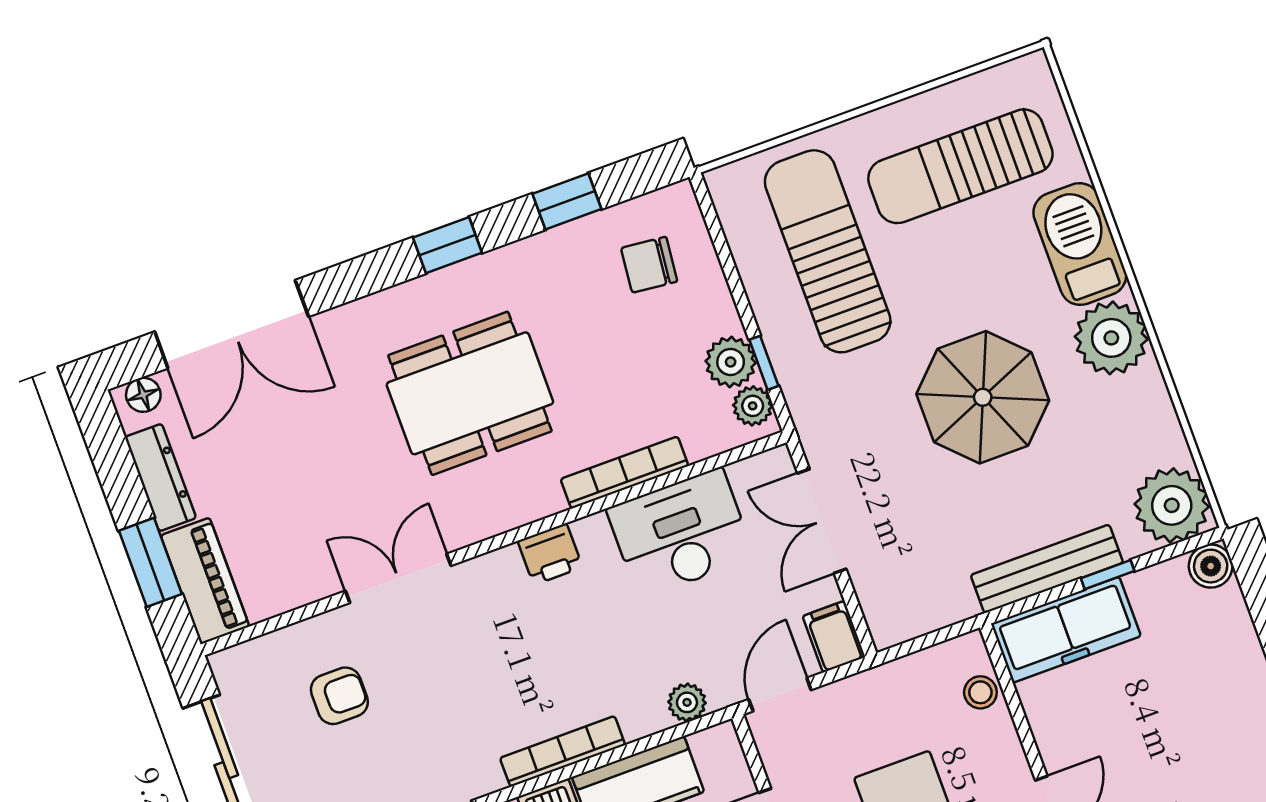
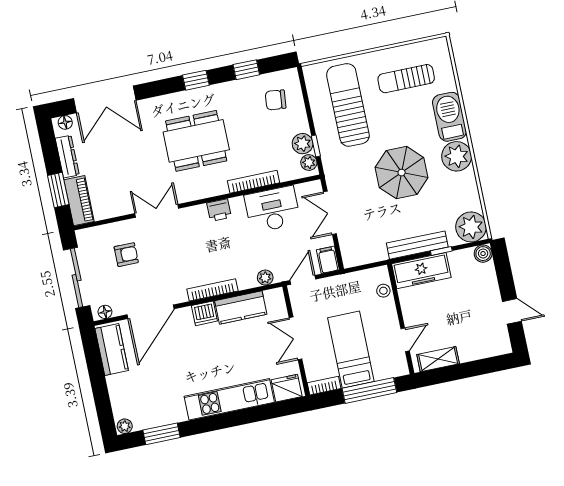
sun lounger: (960, 166) -> (406, 79), width x0.73, depth x0.75

